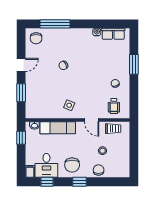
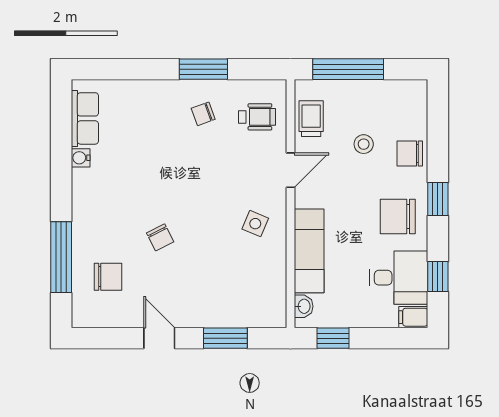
chair: (36, 38) -> (108, 277), moved
window: (134, 64) -> (203, 69), moved
window: (134, 144) -> (348, 69), added
chair: (72, 165) -> (398, 217), turned 180

